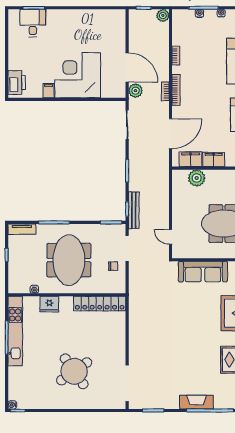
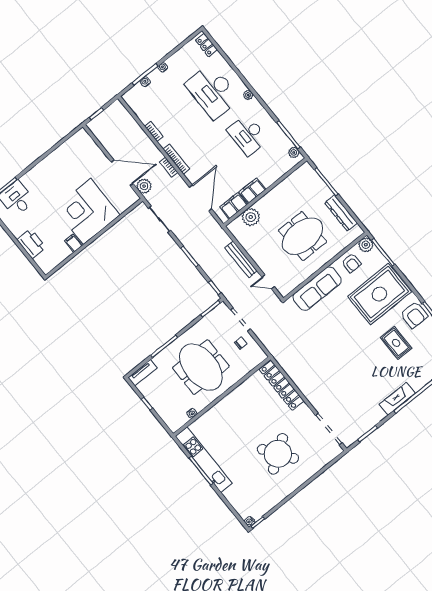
plant: (163, 15) -> (117, 107), removed
printer: (17, 82) -> (31, 244), moved
bench: (134, 210) -> (241, 259), moved
fridge: (49, 304) -> (214, 416), removed
locker: (100, 304) -> (282, 385), moved, turned 90

